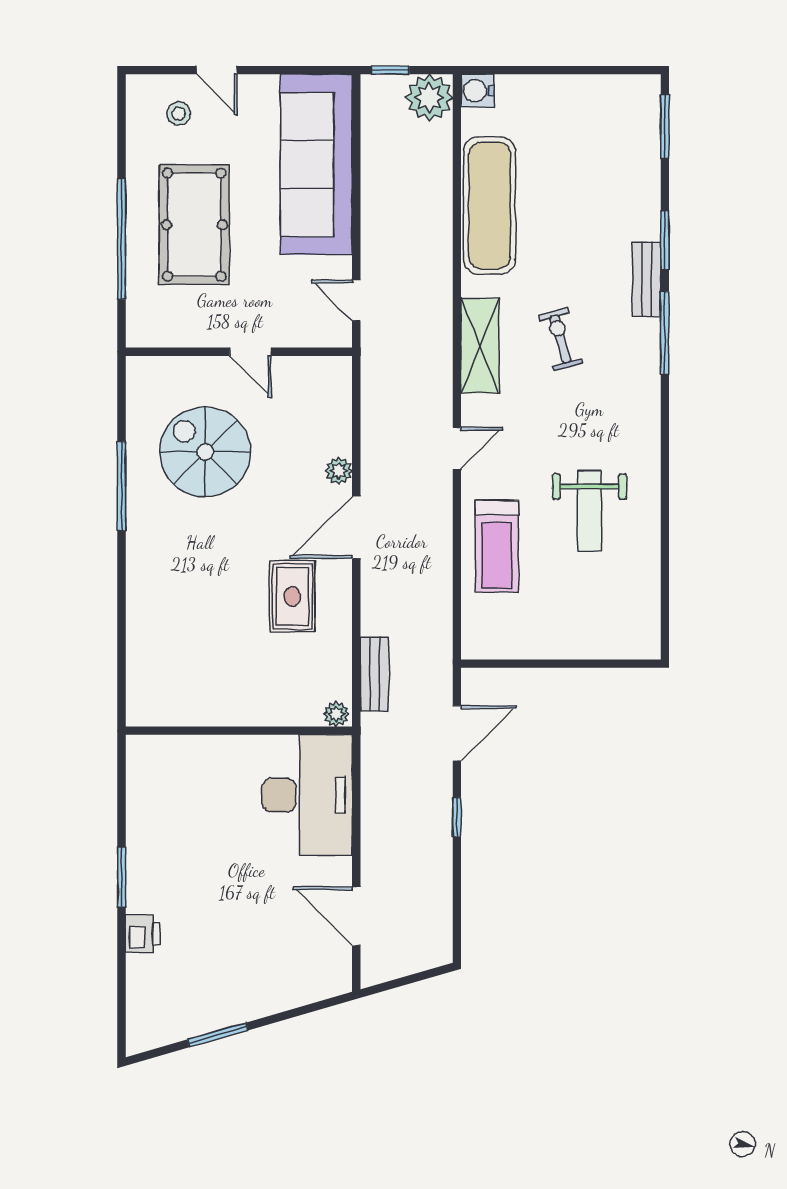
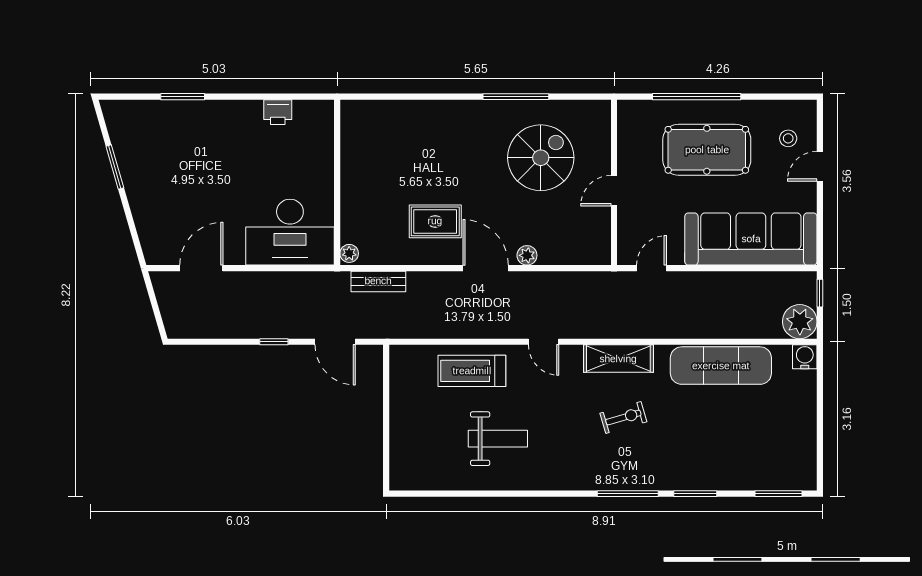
bench: (647, 279) -> (667, 480), removed
weight bench: (590, 511) -> (498, 439), turned 180
window: (122, 877) -> (183, 97), moved
printer: (143, 934) -> (278, 112), moved

